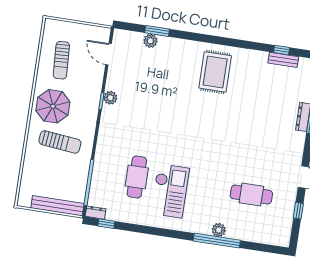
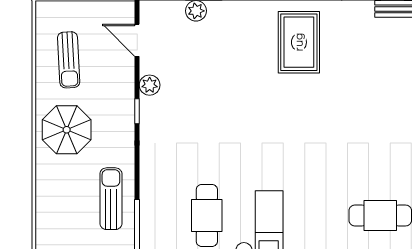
plant: (110, 98) -> (150, 85), moved
sun lounger: (60, 142) -> (111, 199), moved, turned -96

